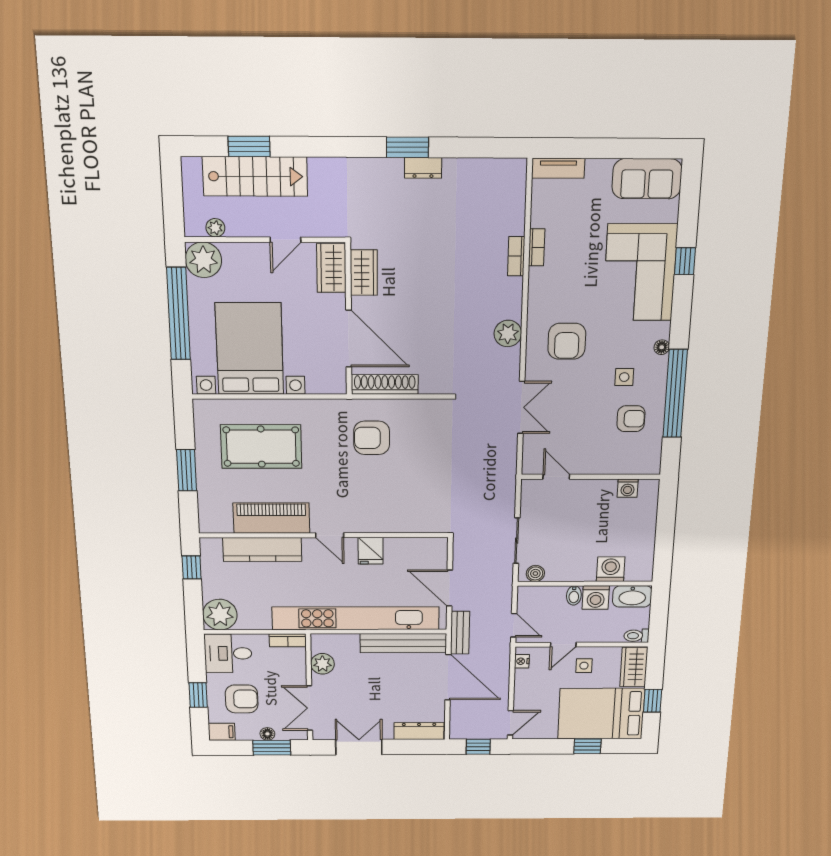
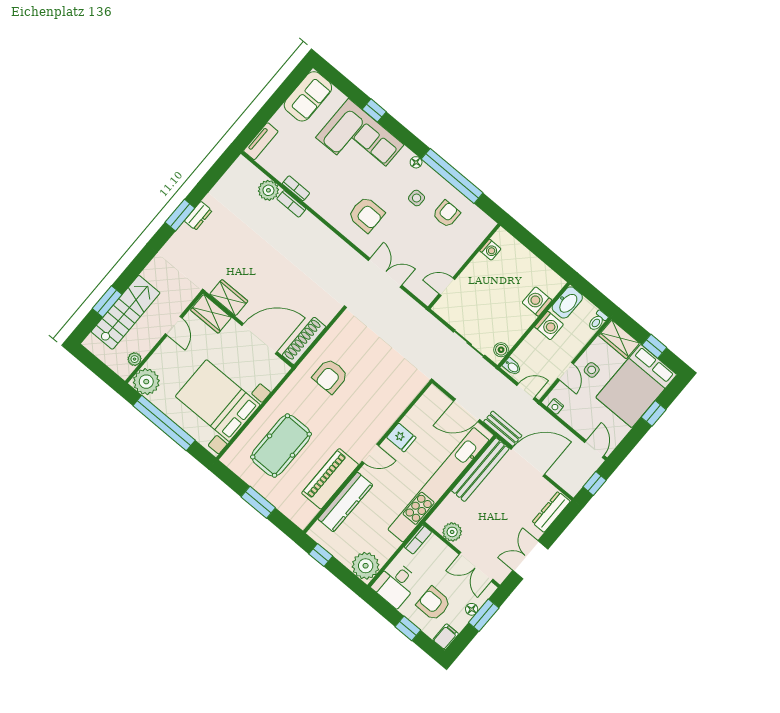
plant: (508, 333) -> (268, 190), moved
bidet: (574, 595) -> (512, 367), moved
armchair: (242, 699) -> (434, 604), turned -90

